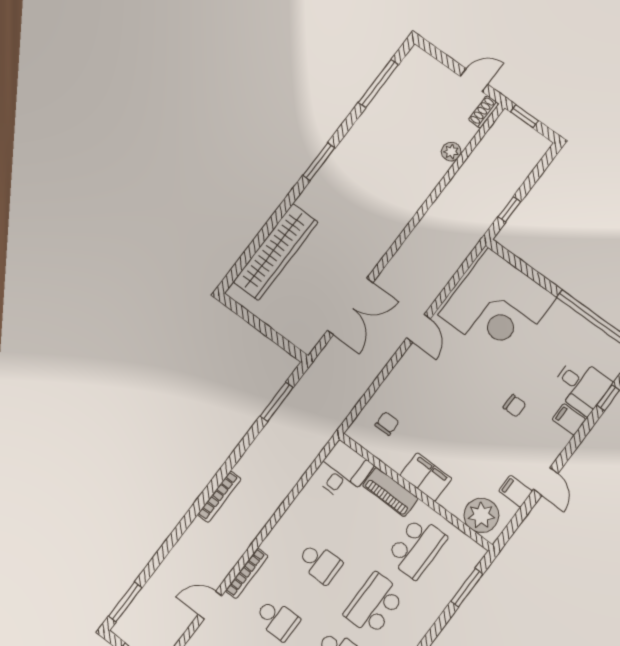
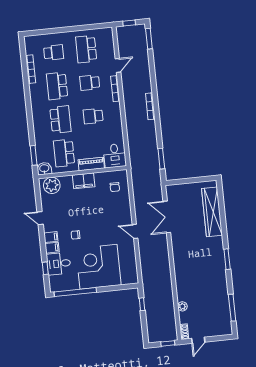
corner desk: (497, 306) -> (98, 267), moved
filing cabinet: (515, 491) -> (51, 237), moved
washbasin: (469, 552) -> (44, 169), added

